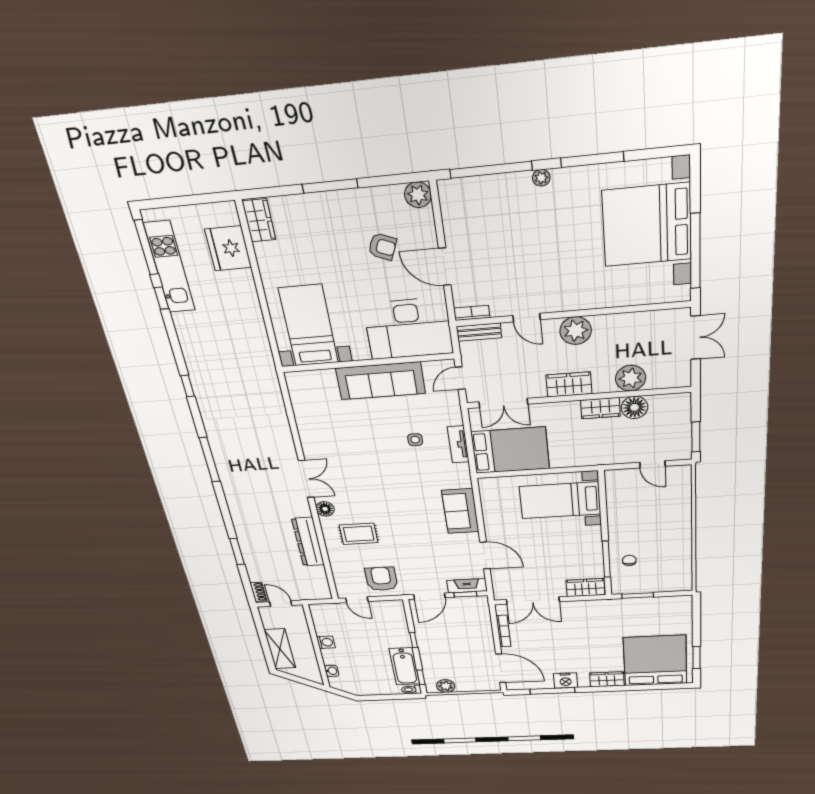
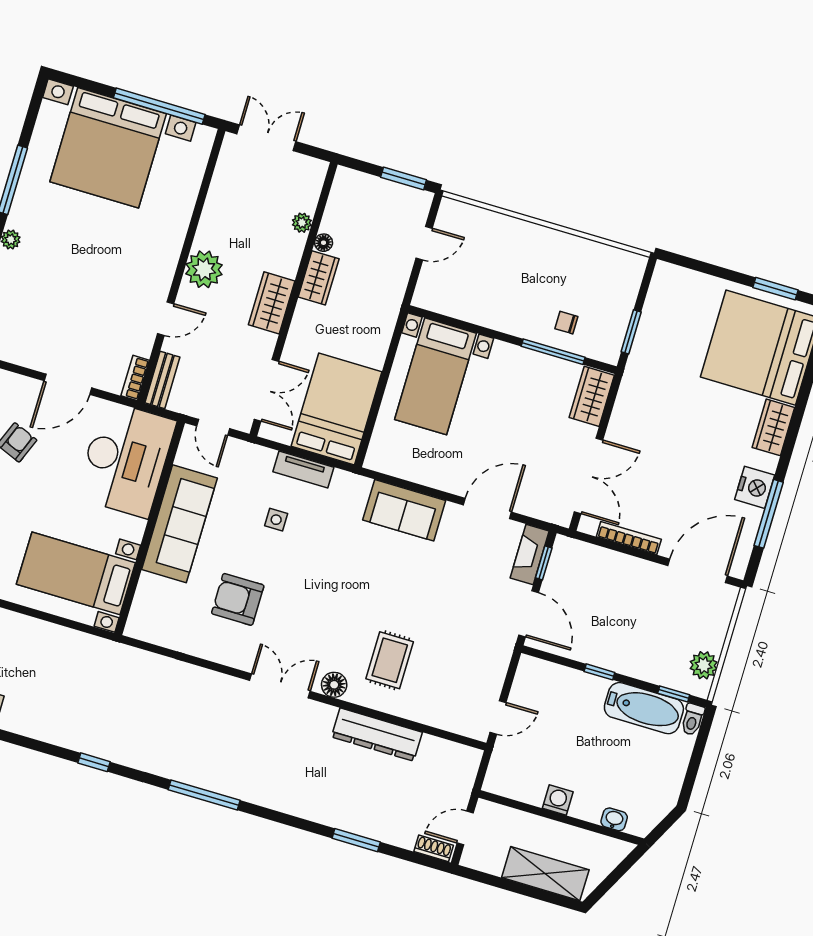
plant: (631, 378) -> (302, 223), width x0.53, depth x0.53
floor lamp: (634, 407) -> (324, 243), width x0.53, depth x0.53
armchair: (381, 579) -> (238, 599), moved

